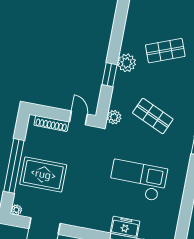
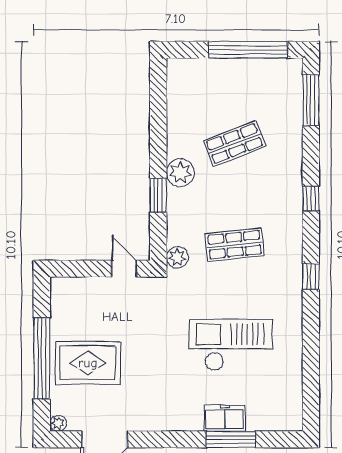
shop shelf: (153, 116) -> (235, 245), turned -30
shoe rack: (51, 123) -> (86, 285), removed

